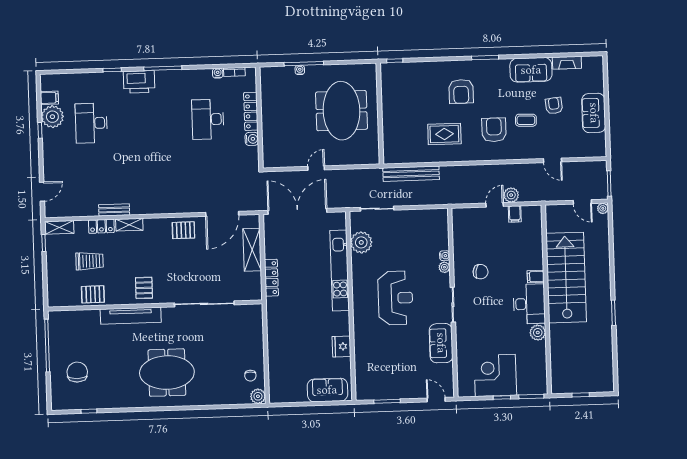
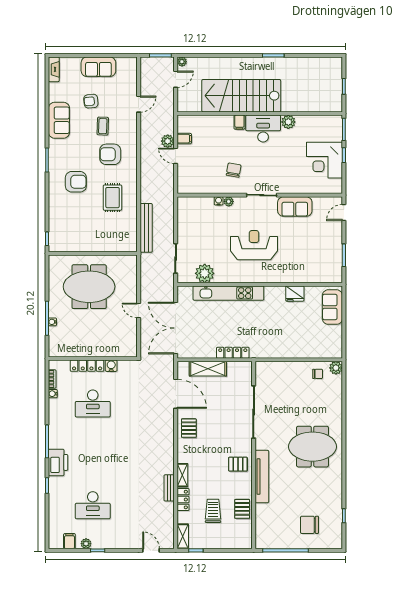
fireplace: (567, 63) -> (54, 69), moved
plant: (52, 117) -> (86, 544), width x0.53, depth x0.53
meeting table: (167, 373) -> (312, 447), turned 90

